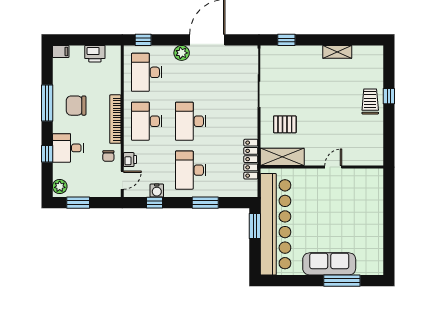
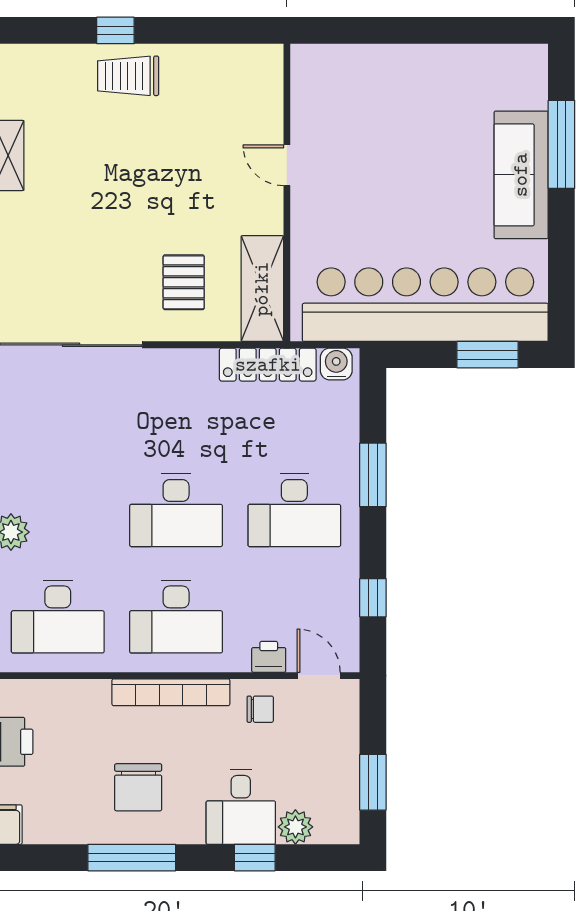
plant: (60, 186) -> (295, 827), moved
water cooler: (157, 191) -> (336, 364), moved, turned -90
window: (255, 226) -> (487, 355), moved

